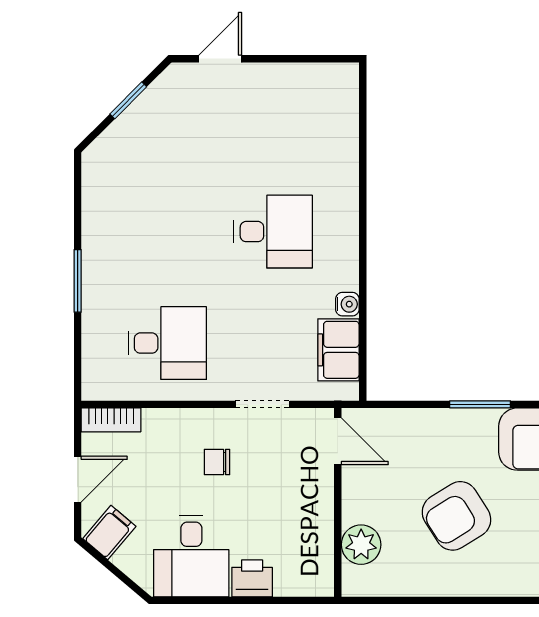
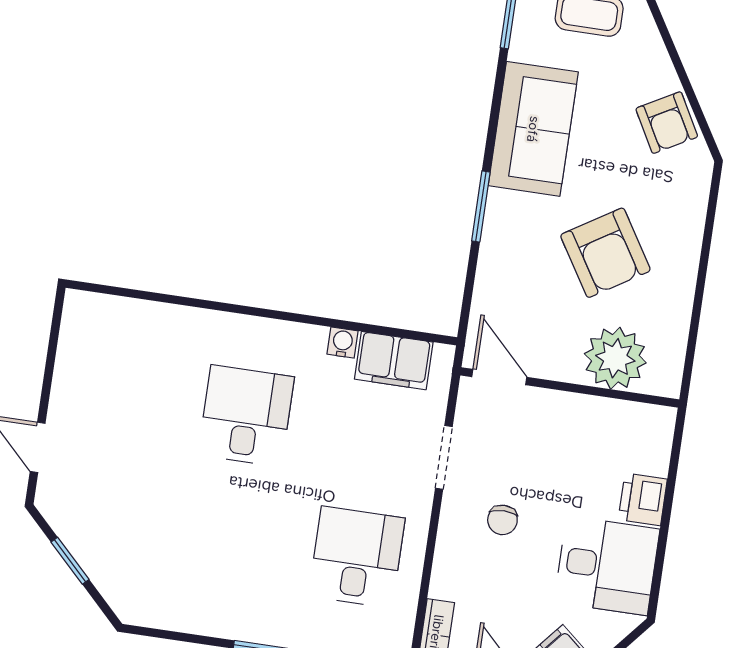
door: (338, 441) -> (499, 377), hinge flipped
plant: (361, 545) -> (615, 358), width x1.36, depth x1.36

